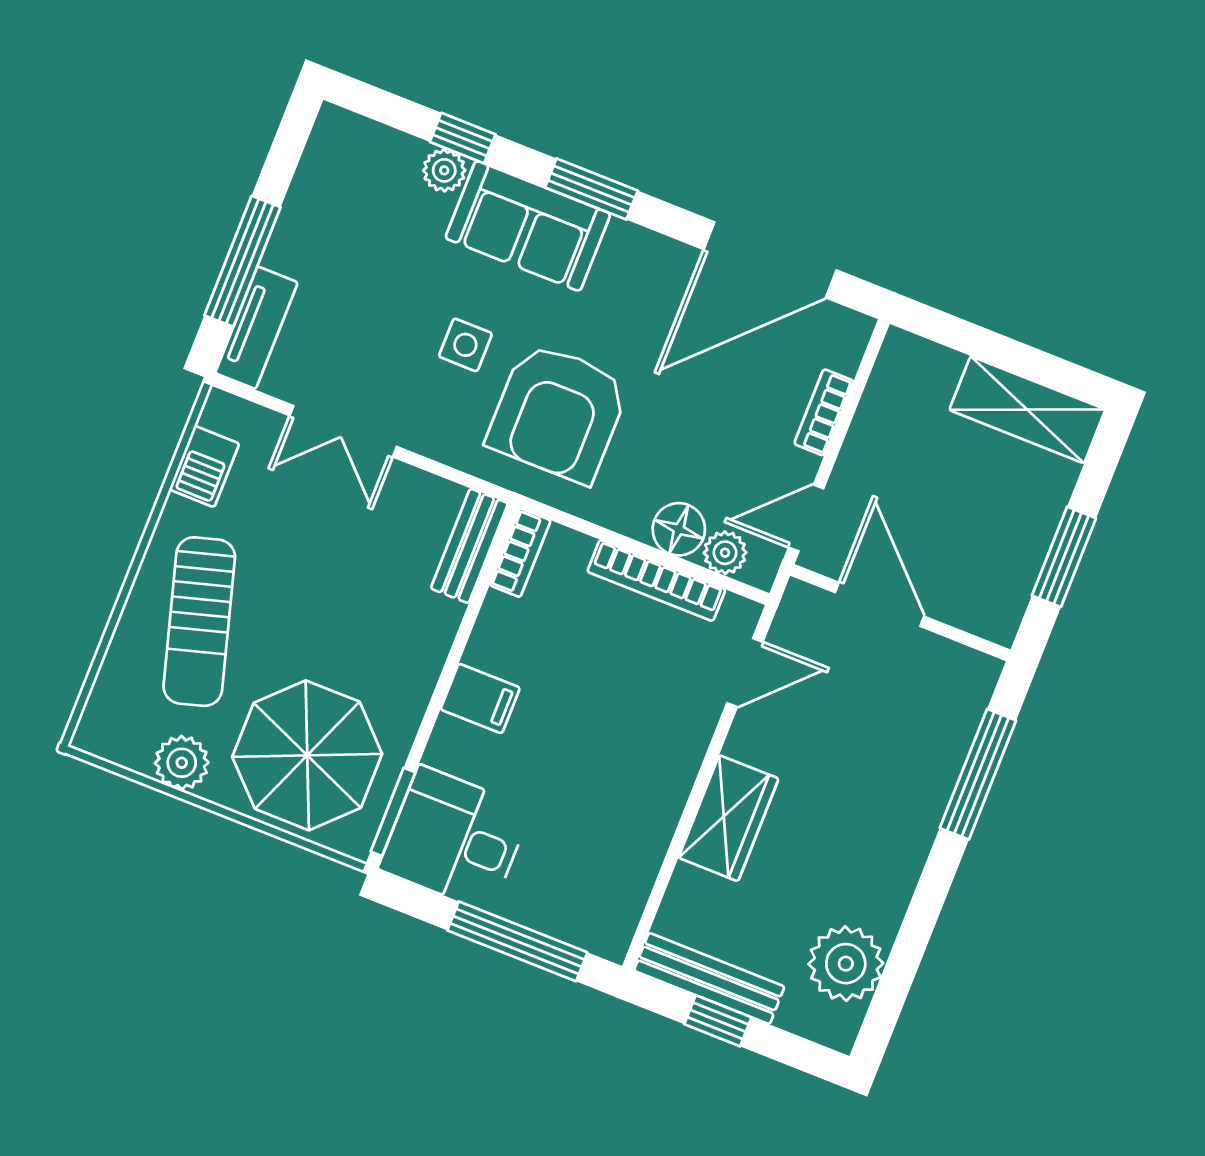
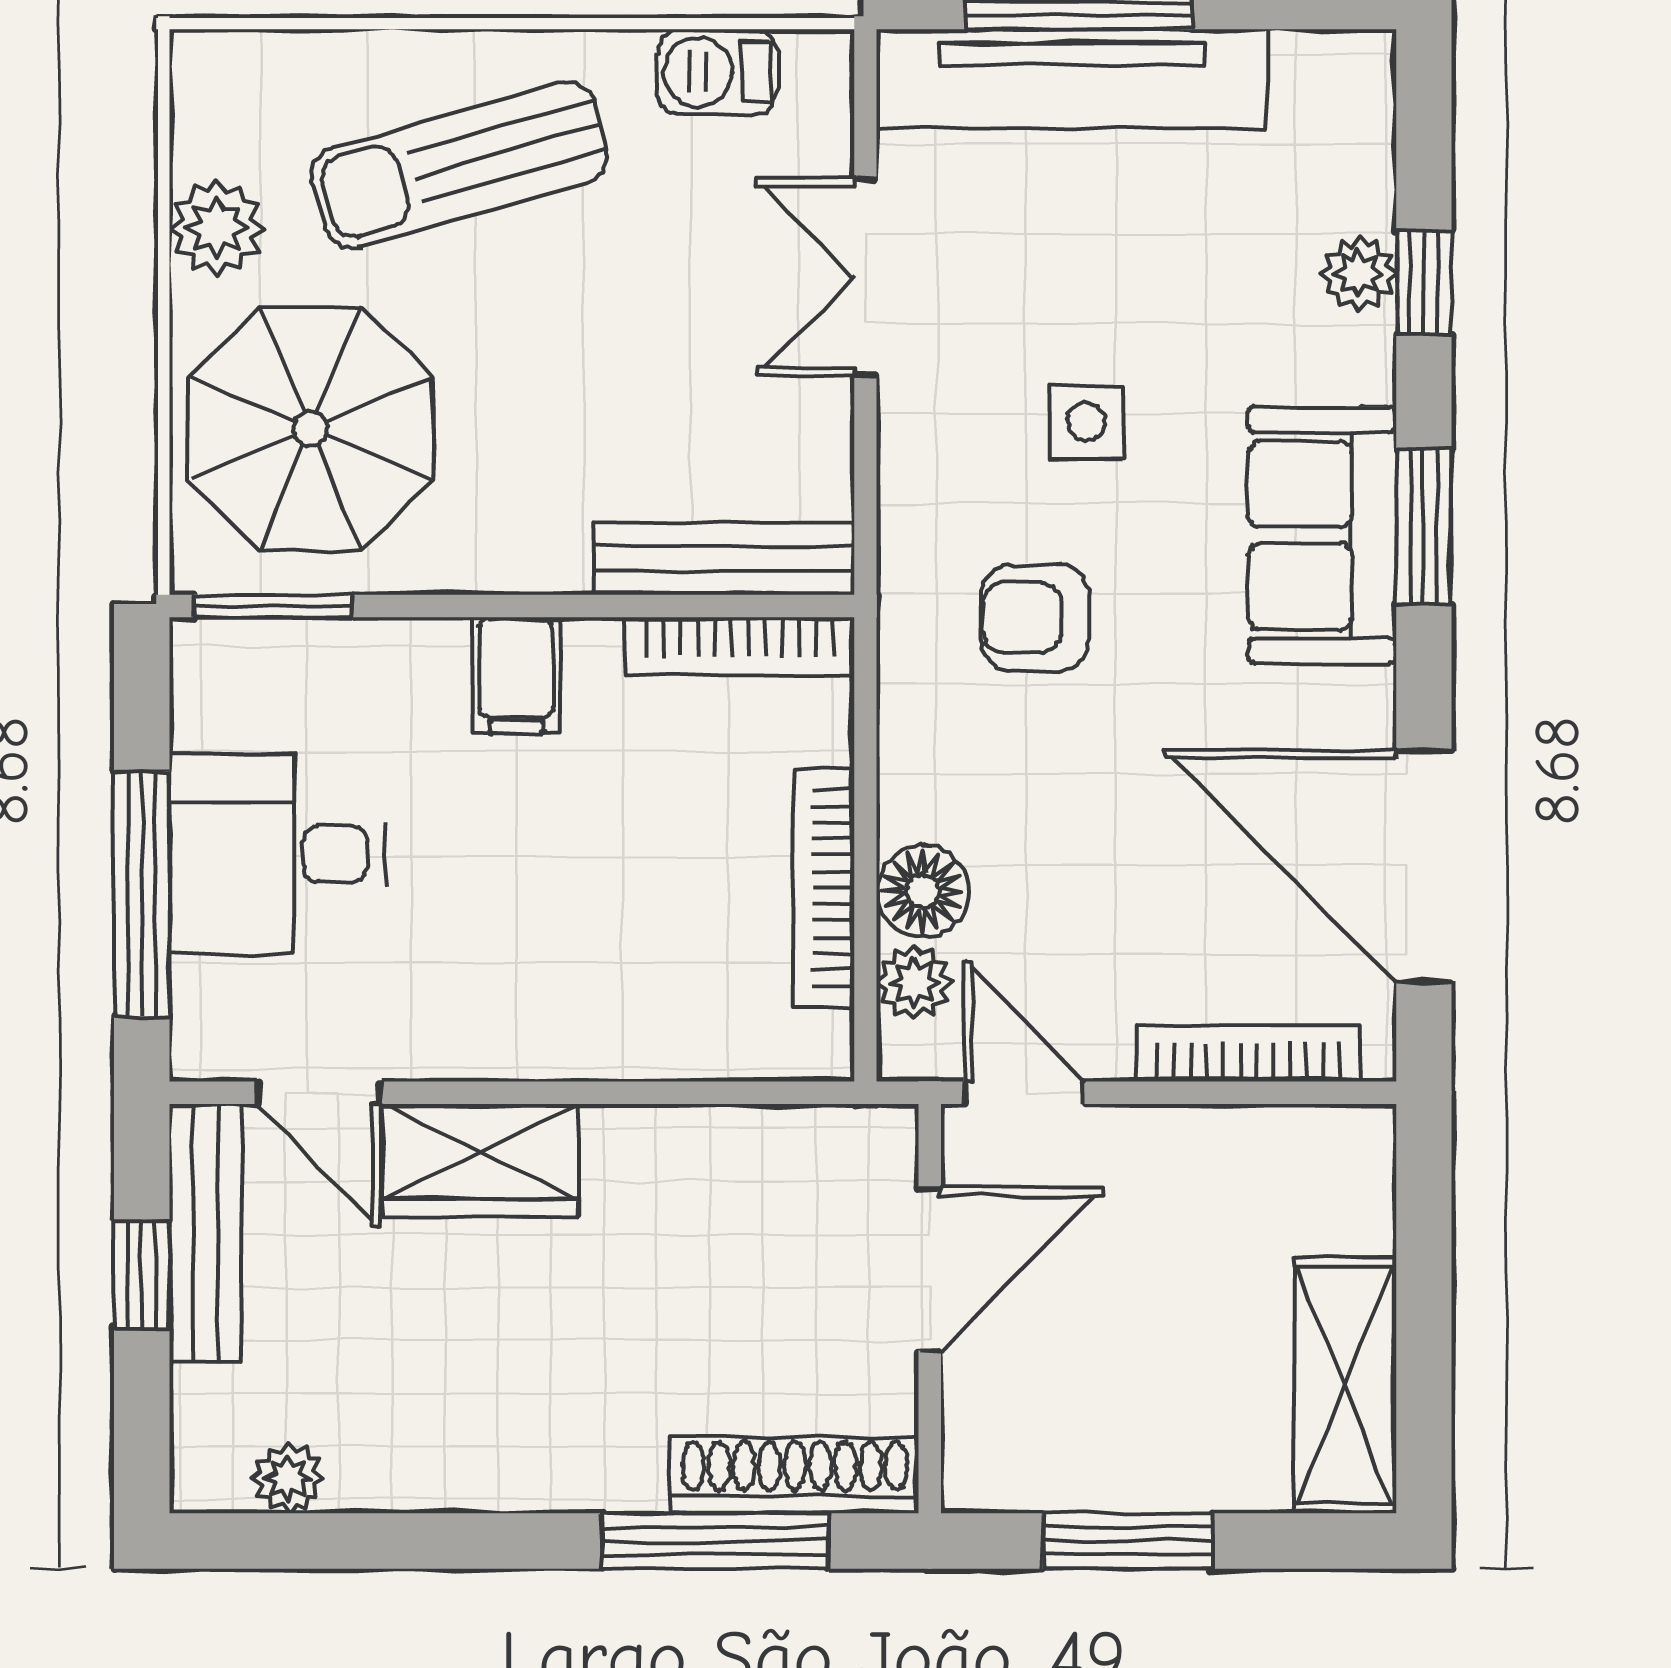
sofa: (528, 226) -> (1322, 535), moved
tv unit: (257, 328) -> (1072, 79), width x1.92, depth x1.29
bookcase: (824, 412) -> (1249, 1053), width x1.56
armchair: (558, 413) -> (1035, 617), width x0.53, depth x0.53
bench: (469, 546) -> (725, 559), width x1.36
bookcase: (520, 553) -> (740, 646), width x1.56
door: (745, 672) -> (319, 1093), moved
shoe rack: (960, 718) -> (795, 1475), added
desk: (455, 839) -> (277, 854), moved, turned -90
plant: (846, 964) -> (288, 1478), width x0.53, depth x0.53

